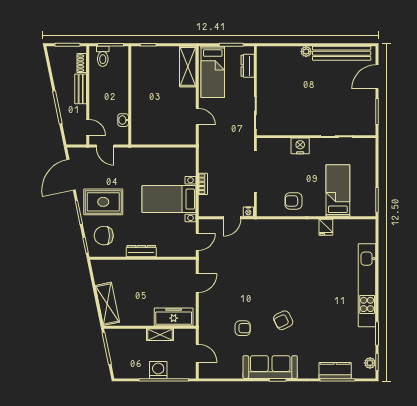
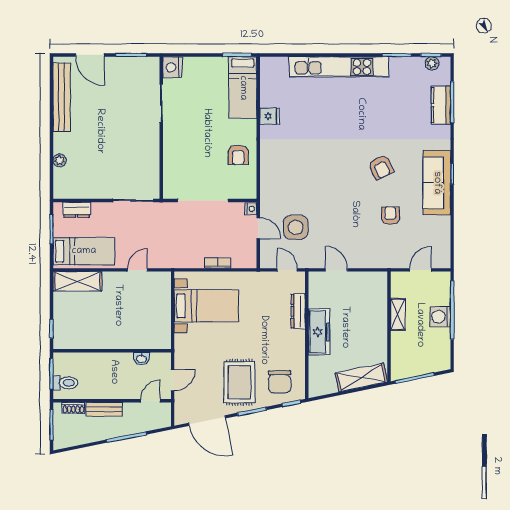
plant: (306, 52) -> (60, 160), moved
nightstand: (300, 146) -> (172, 67), moved
bed: (338, 190) -> (243, 88), moved, turned -90
bed with nightstands: (169, 199) -> (206, 306), moved, turned -90
side table: (233, 249) -> (296, 227), added
dresser: (141, 251) -> (298, 311), moved
freezer: (174, 317) -> (319, 332), moved, turned 180

